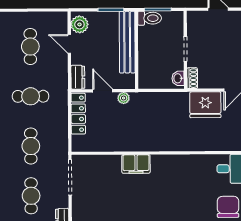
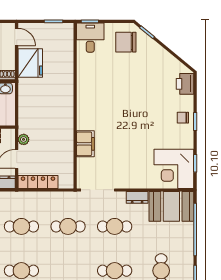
cafe table: (31, 96) -> (21, 226), turned 90
filing cabinet: (136, 164) -> (85, 144), moved

